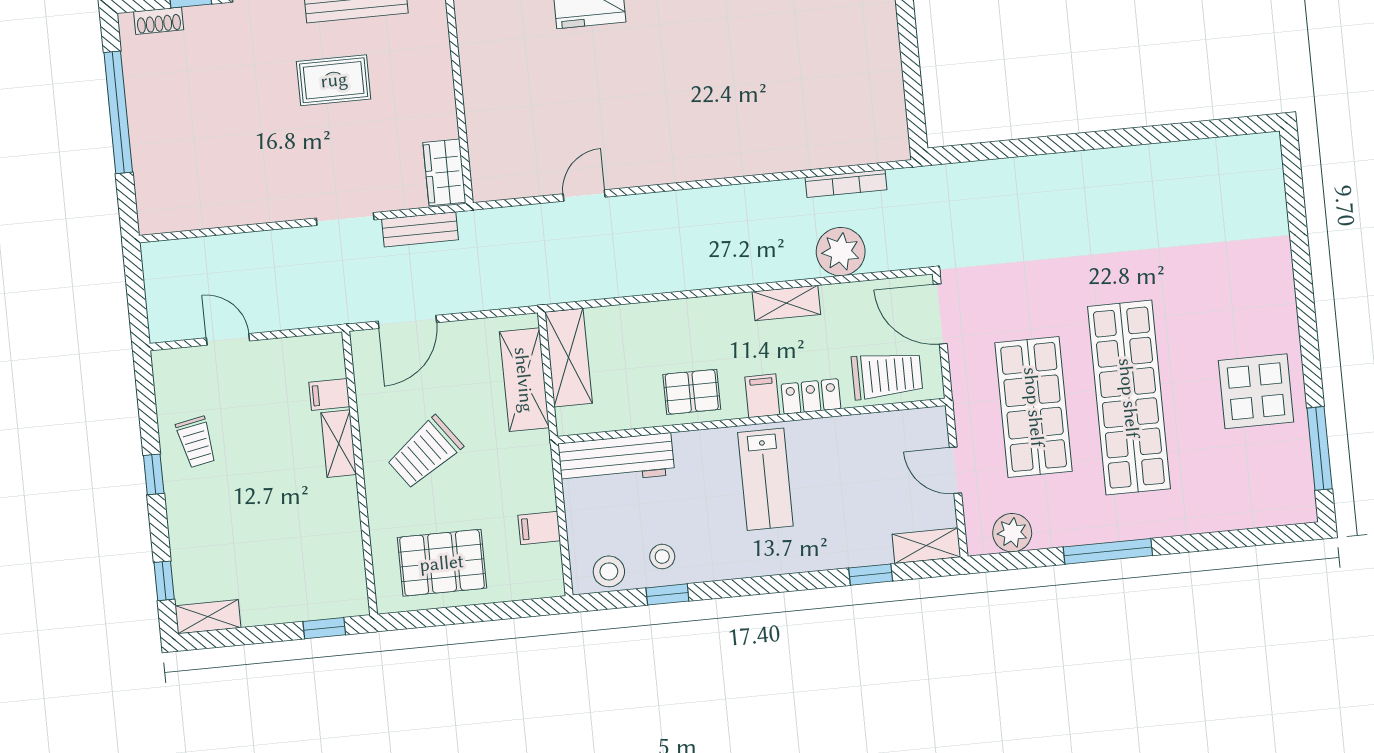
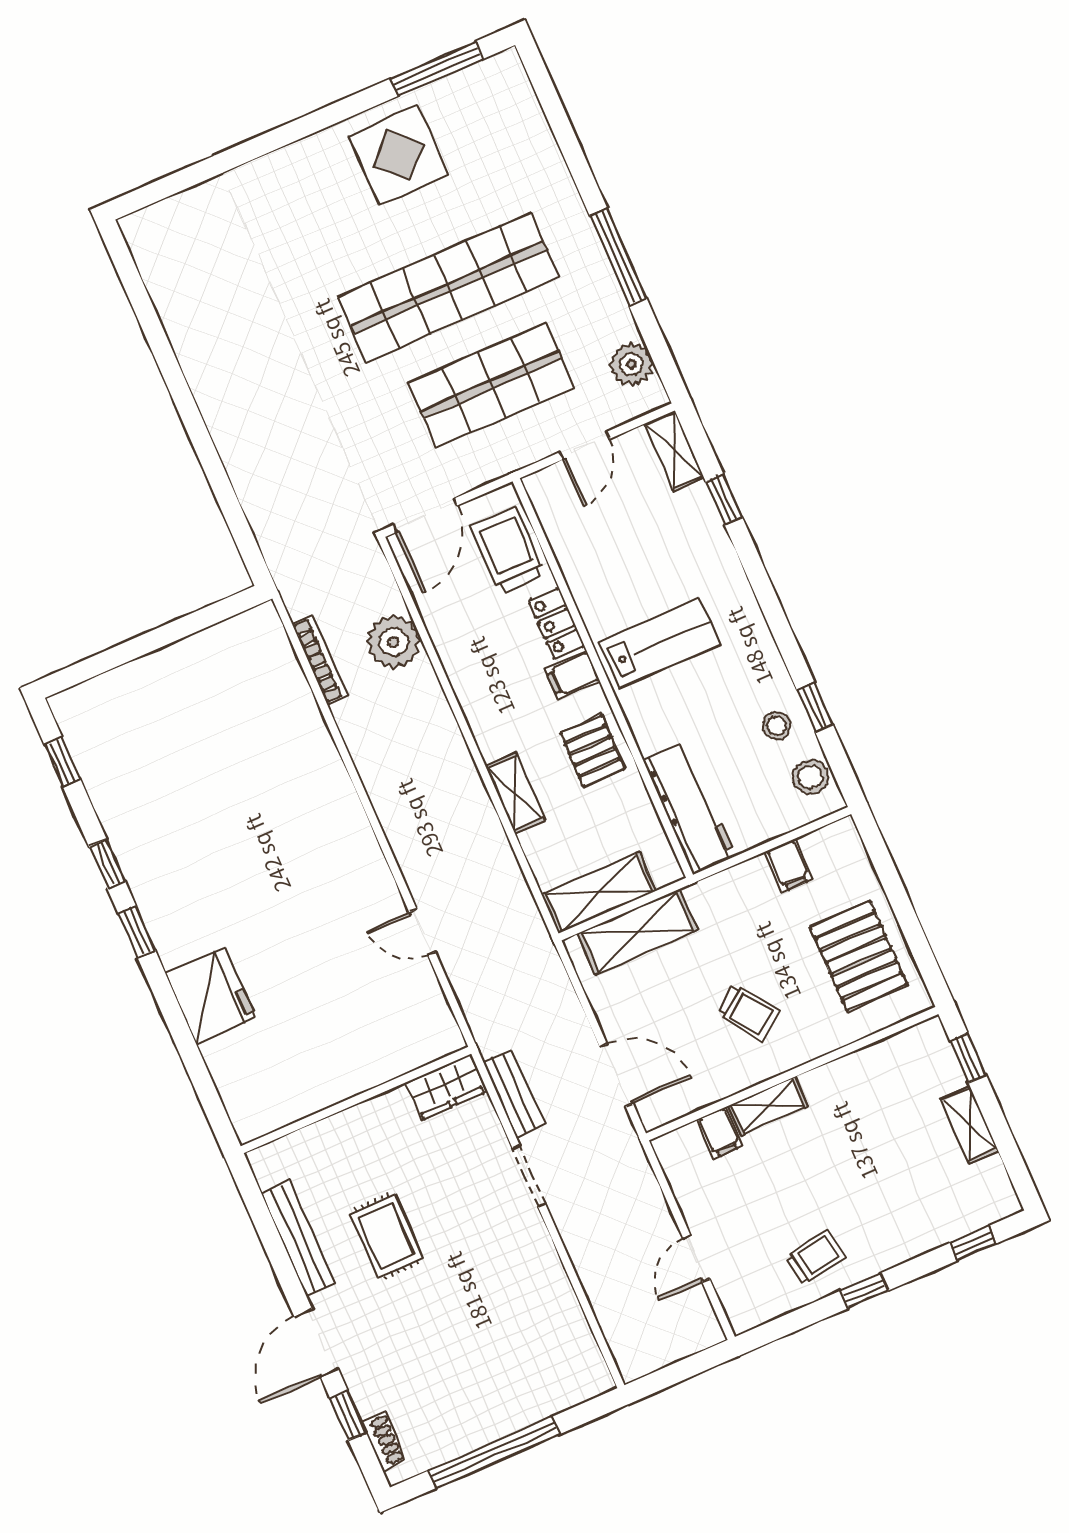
shelving: (786, 303) -> (515, 793), moved
trolley: (425, 452) -> (748, 1012), width x0.73, depth x0.72
shelving: (208, 617) -> (970, 1125), moved

